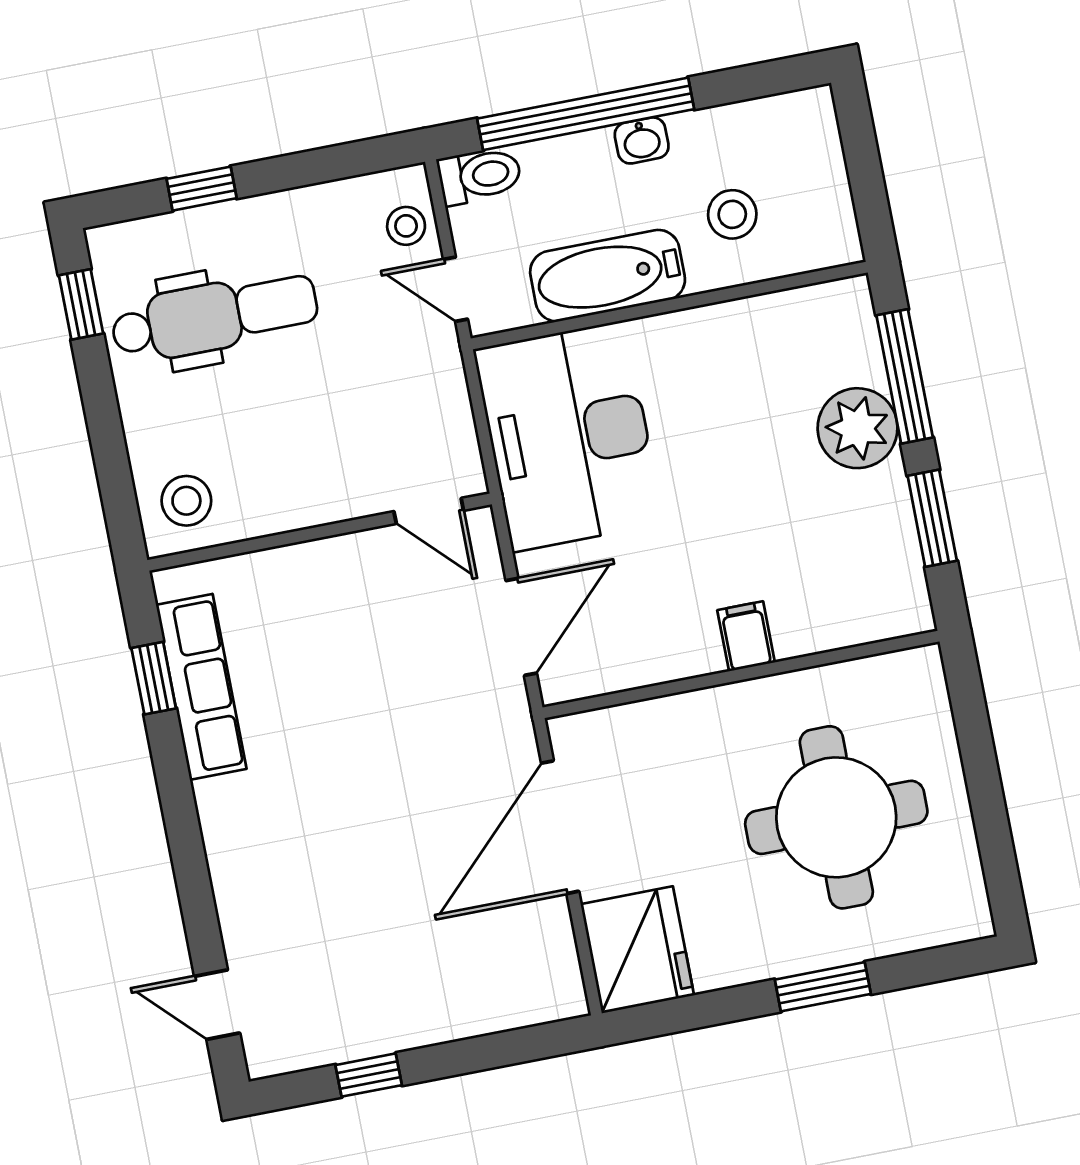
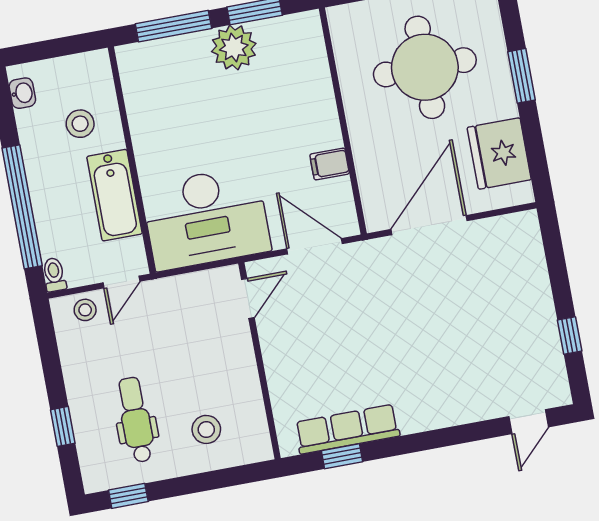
washbasin: (642, 140) -> (22, 93), moved
toilet: (480, 176) -> (54, 275), width x0.73, depth x0.72
dental chair: (215, 316) -> (136, 420), width x0.73, depth x0.72
plant: (858, 428) -> (234, 47), moved
stool: (186, 501) -> (206, 429), moved
filing cabinet: (746, 636) -> (330, 164), moved
door: (560, 827) -> (429, 225), swing flipped
fridge: (637, 950) -> (499, 154), moved, turned -90

